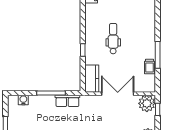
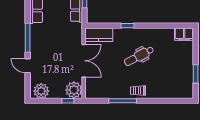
dental chair: (113, 39) -> (139, 56), turned 152
trolley: (150, 66) -> (138, 91), moved

